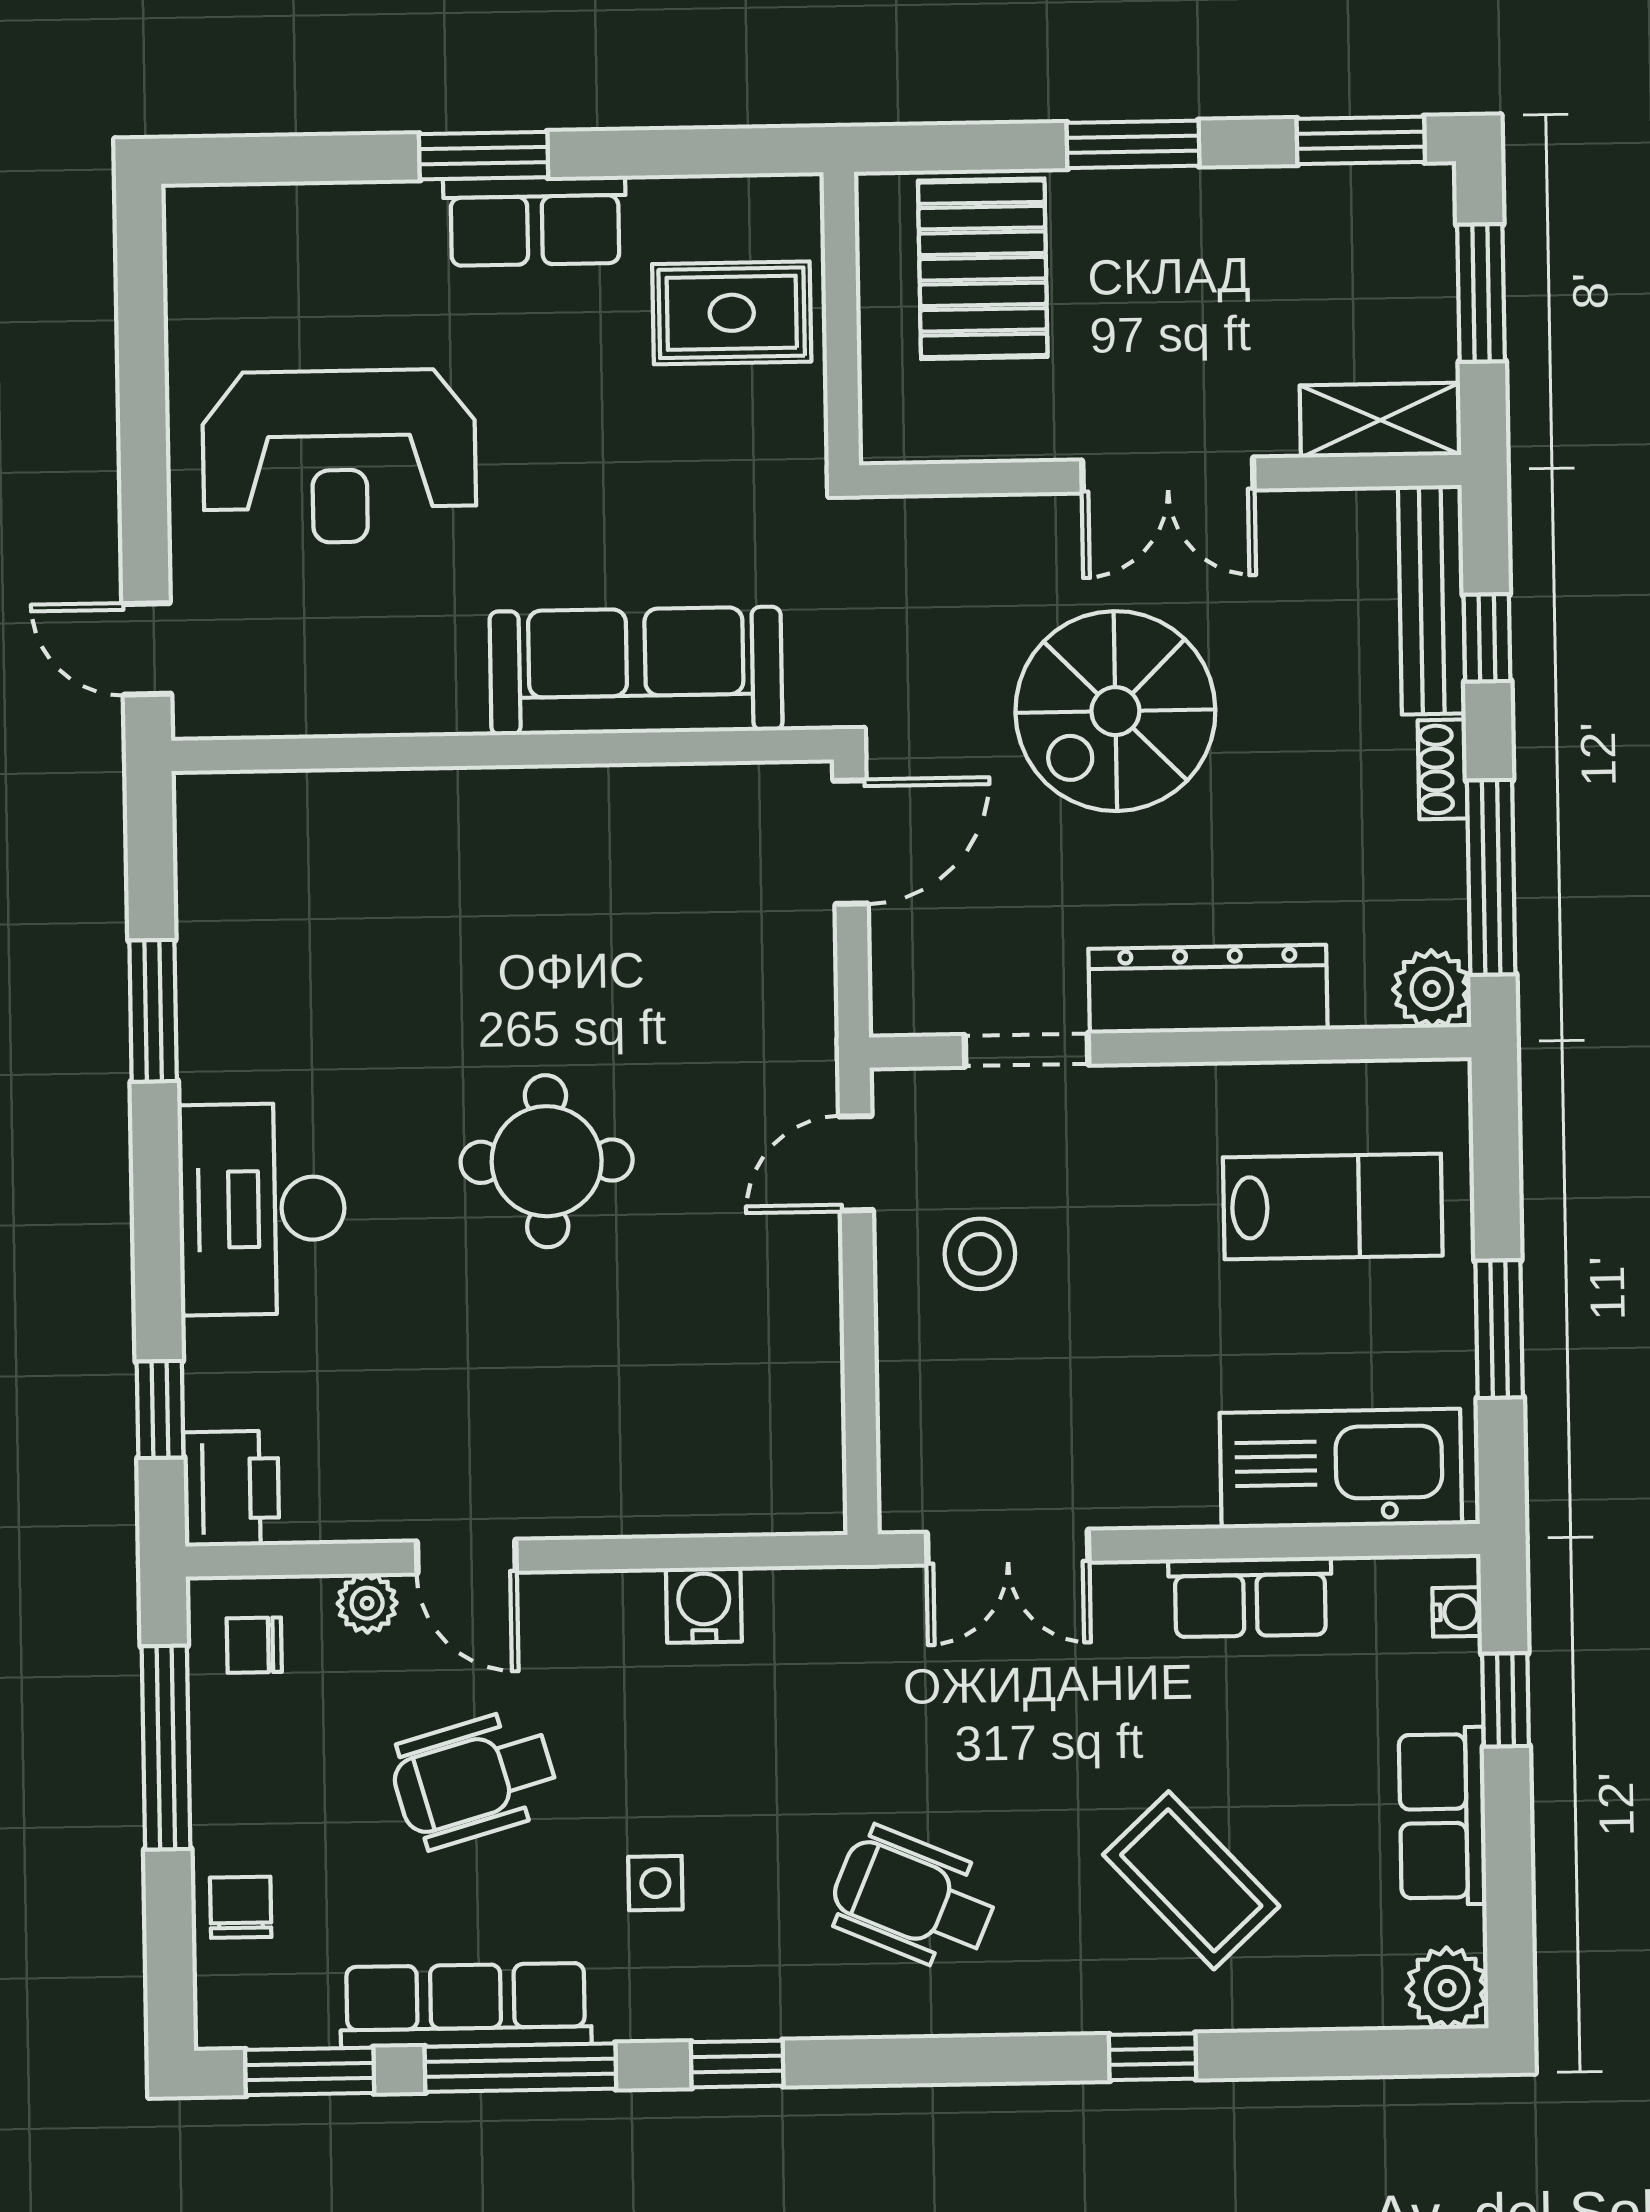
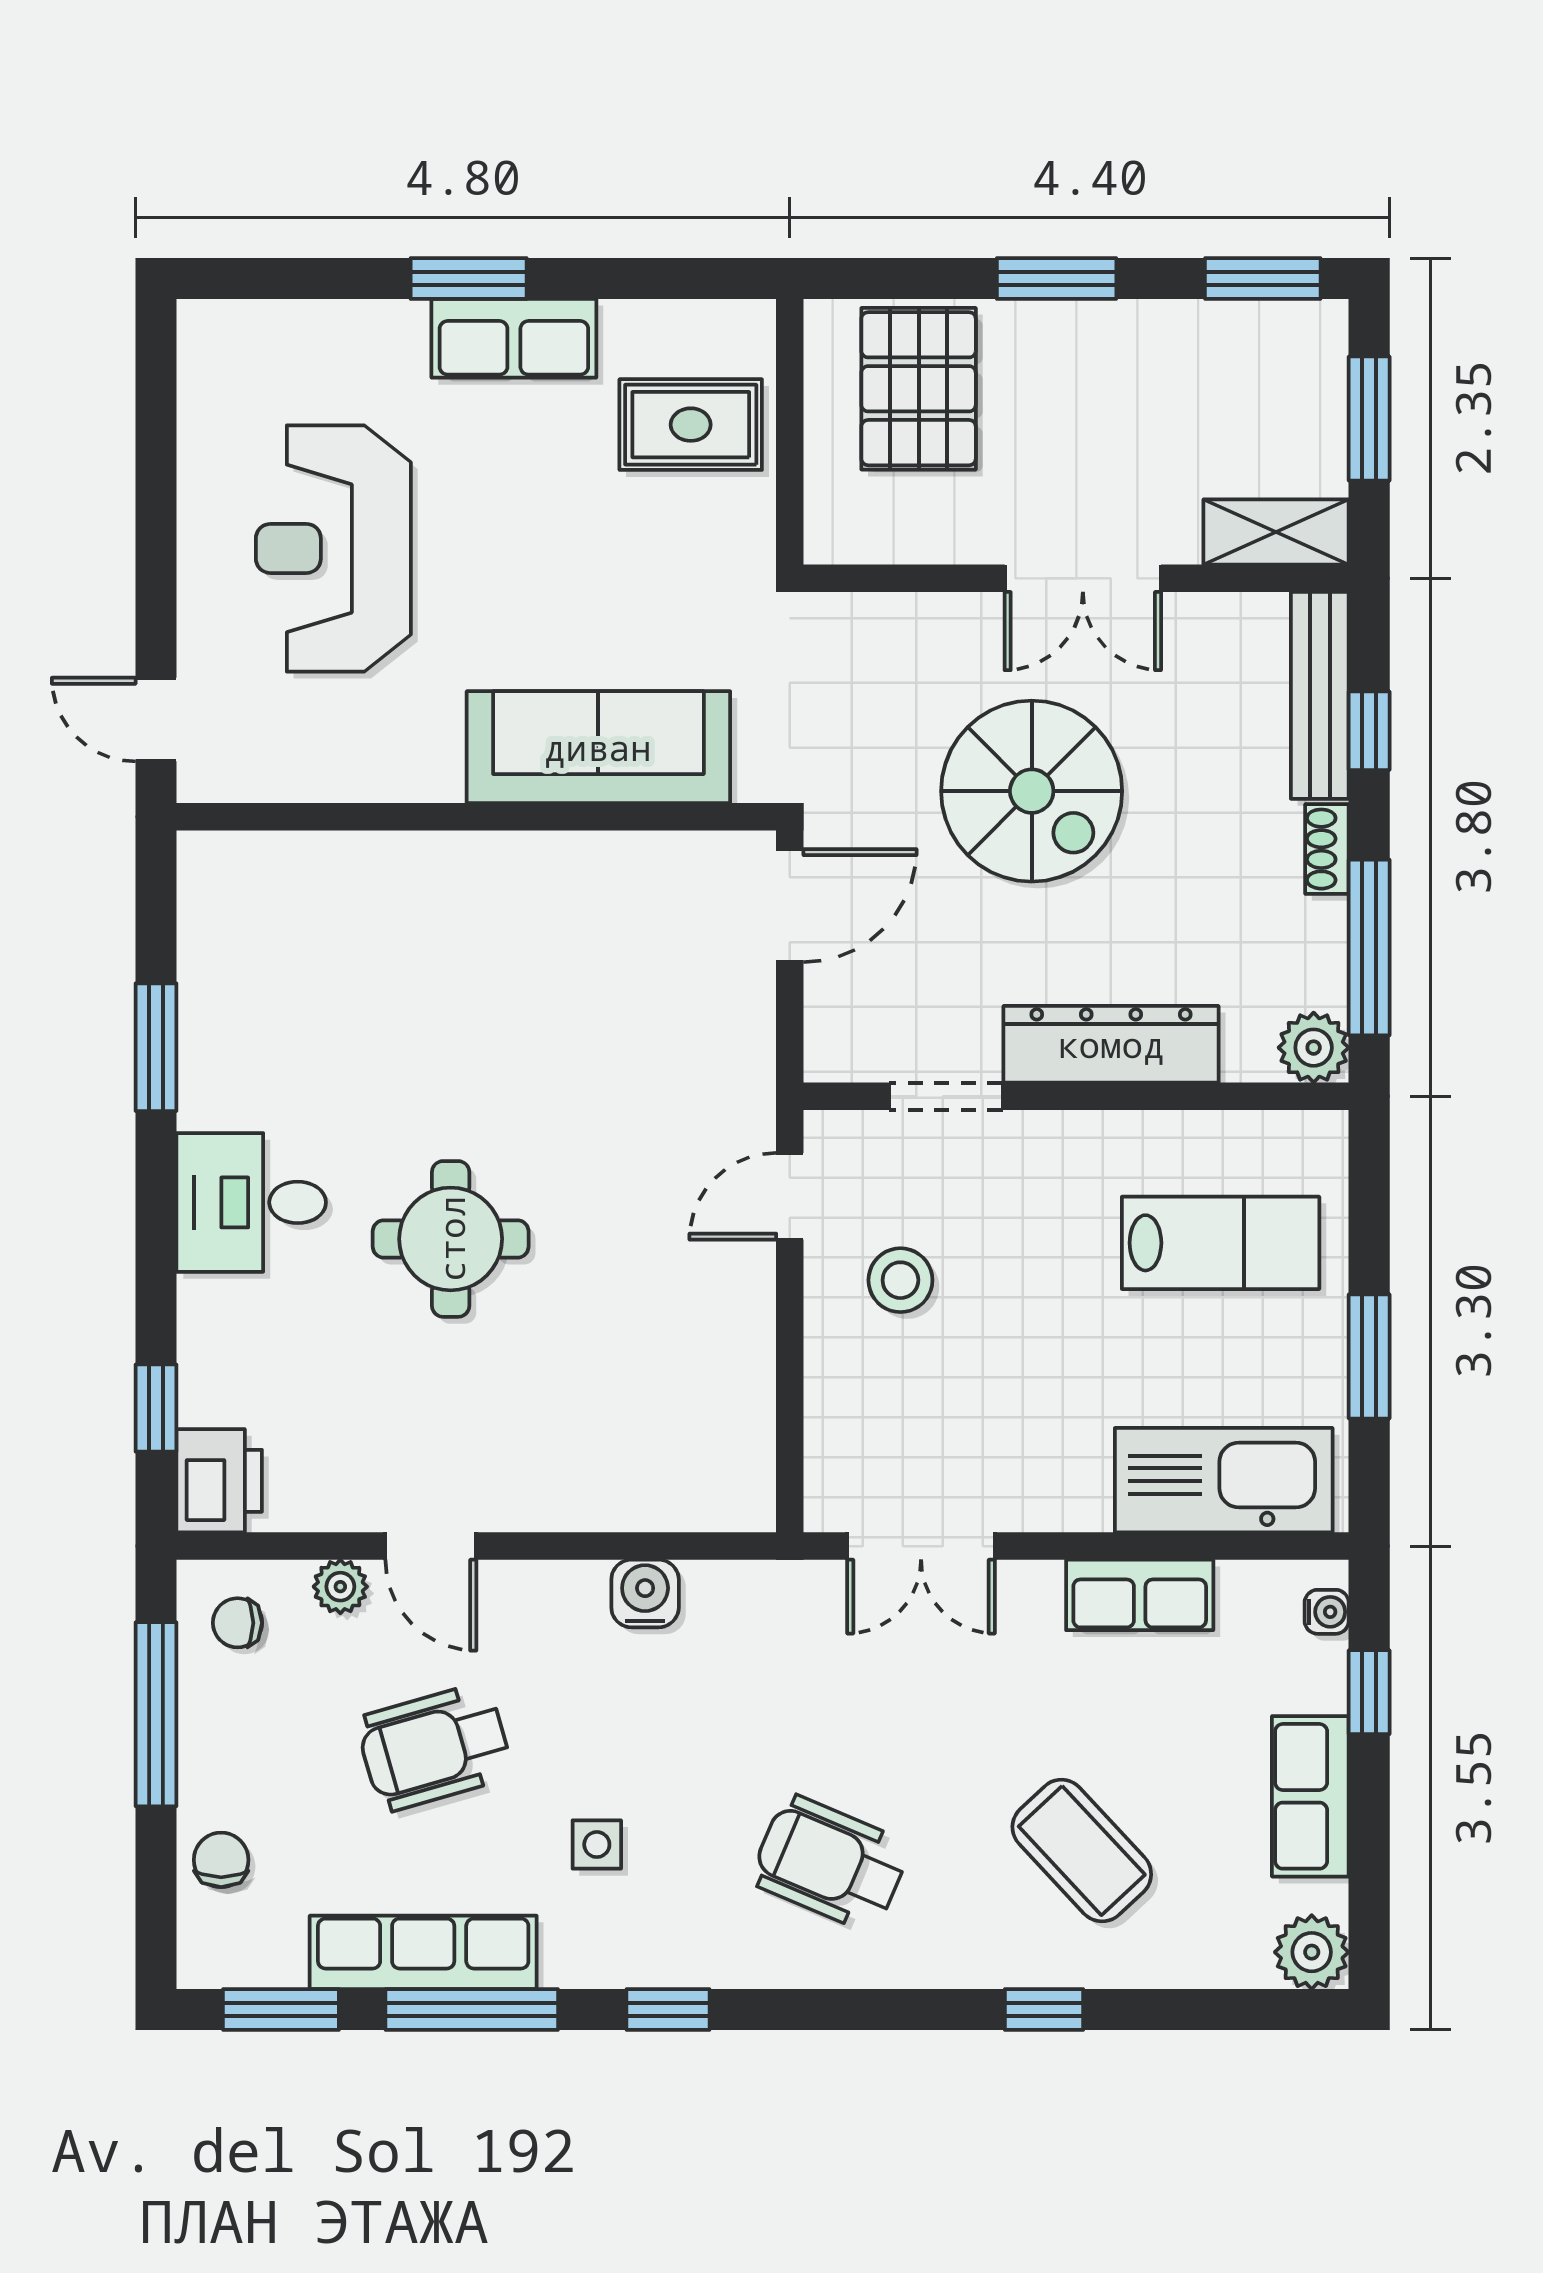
reception desk: (339, 456) -> (333, 548), turned 90
spiral stairs: (1115, 711) -> (1032, 791), turned -90
round table: (547, 1161) -> (451, 1239), moved
desk: (262, 1209) -> (251, 1202), width x0.73

